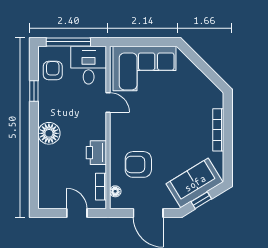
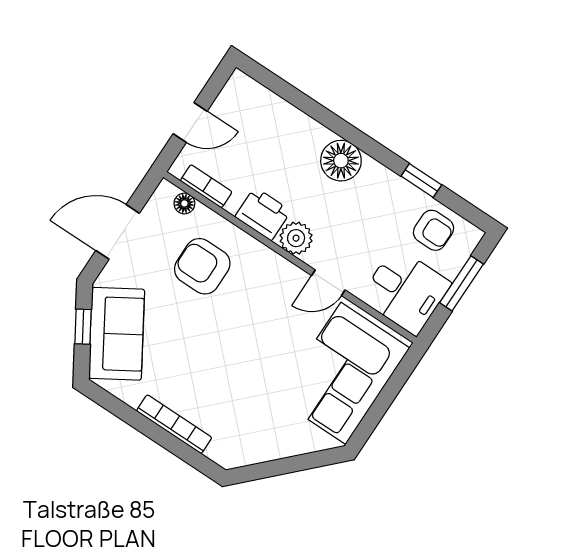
window: (68, 42) -> (461, 283), width x0.69
plant: (97, 130) -> (296, 238), added
armchair: (138, 164) -> (202, 266), turned -90

